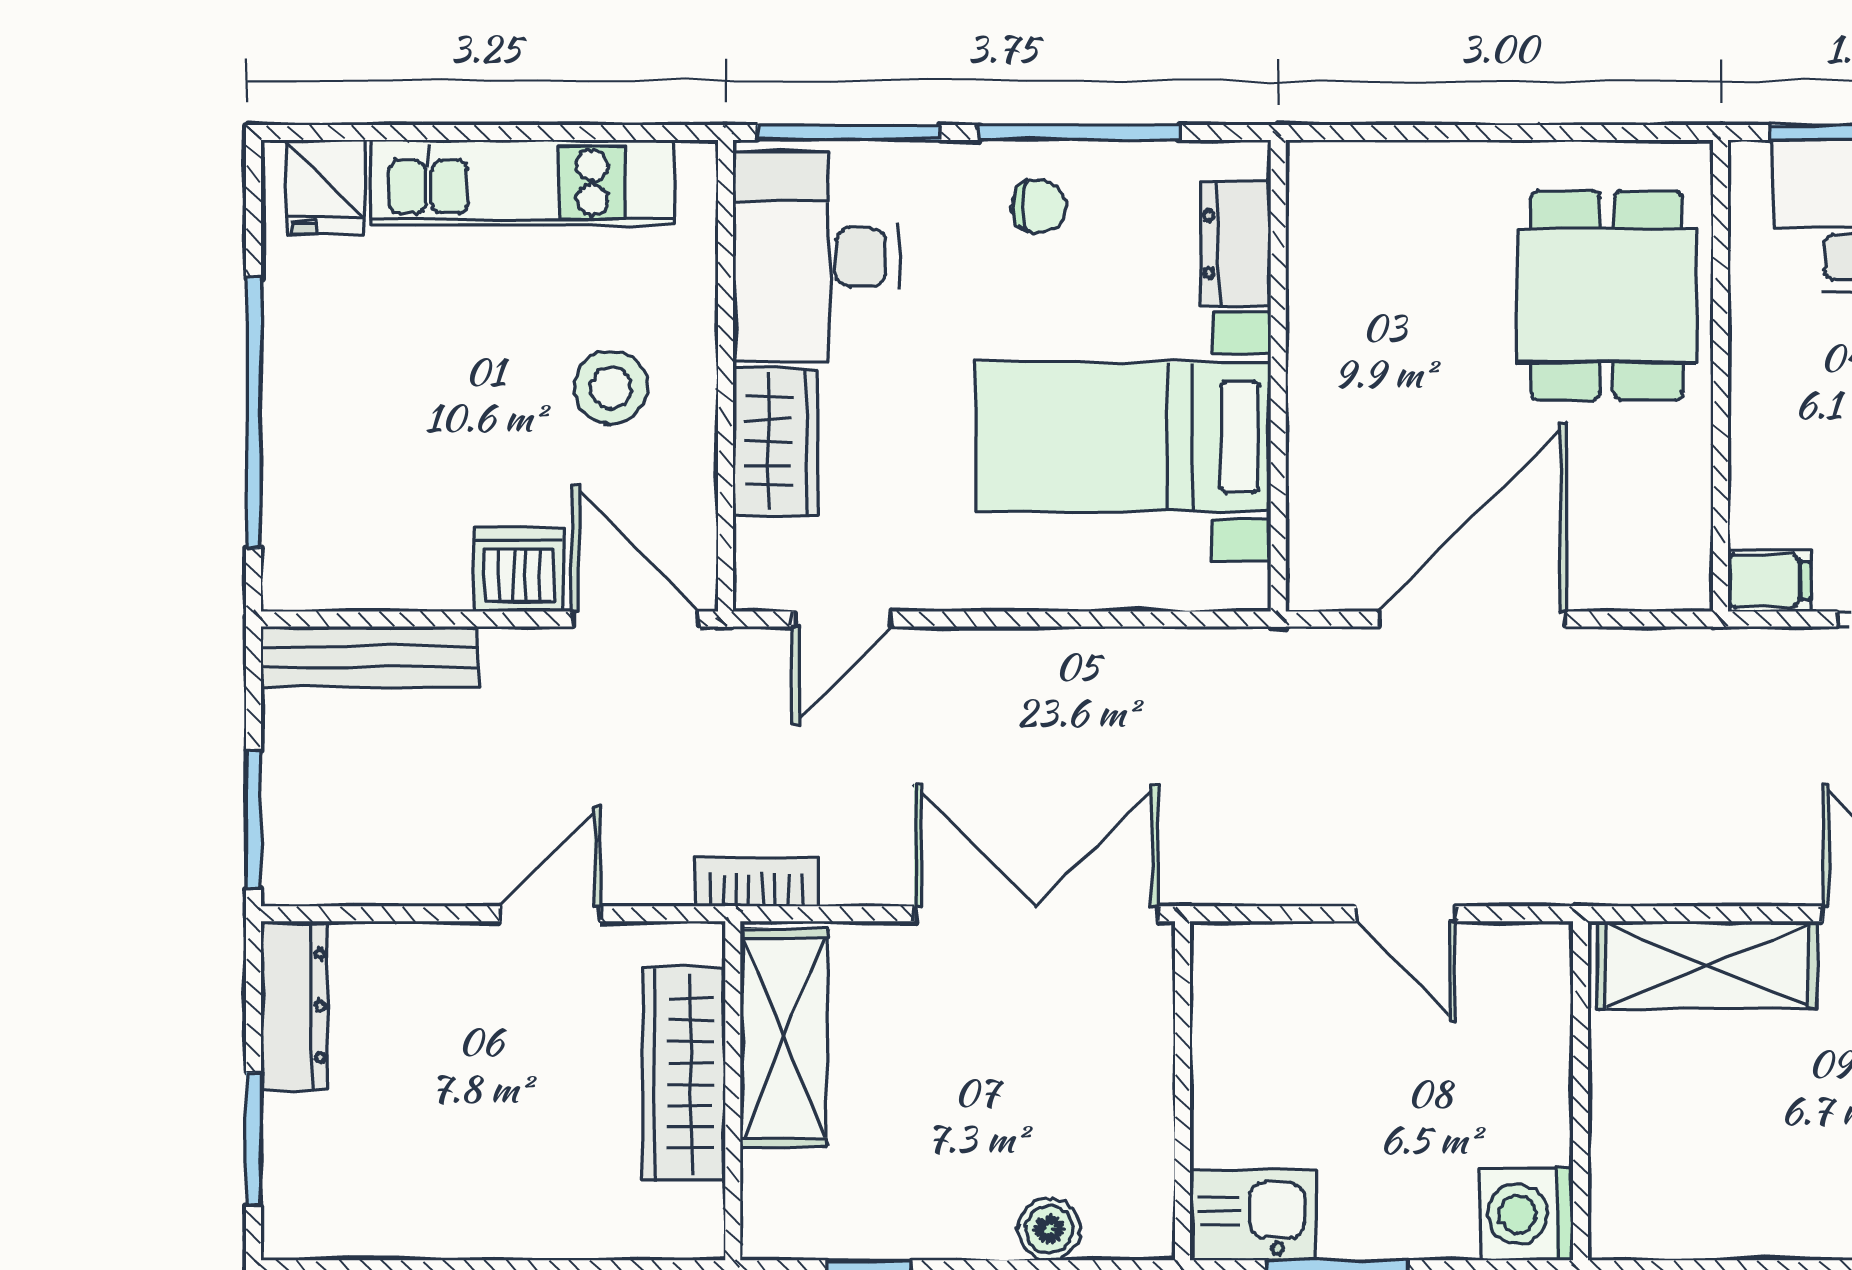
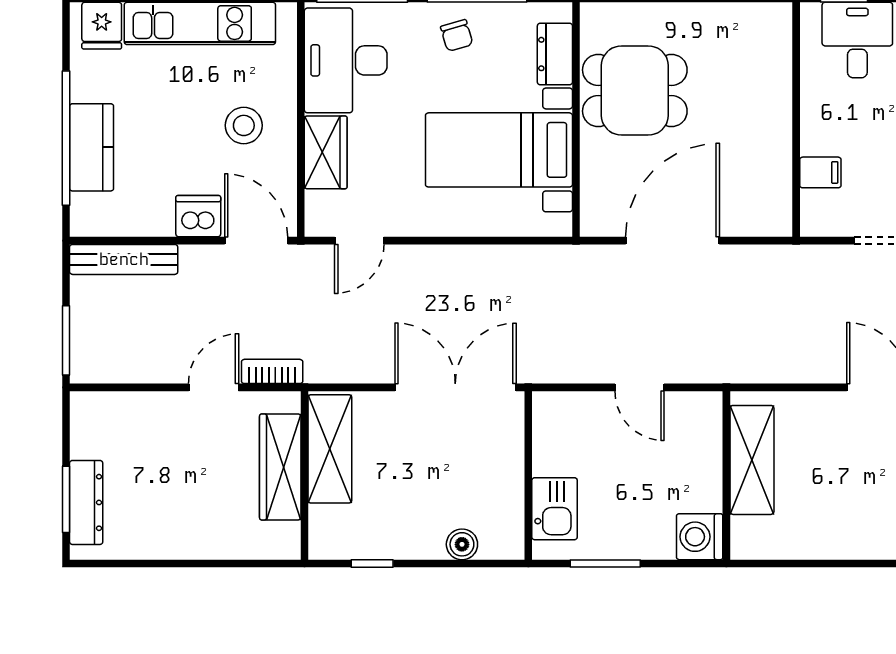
chair: (1039, 207) -> (457, 35), turned 74
dining table: (1607, 295) -> (635, 91), moved, turned 90
kitchen counter: (305, 432) -> (92, 147), added
filing cabinet: (1769, 580) -> (820, 172), moved
bookcase: (756, 882) -> (272, 371), moved
shelving: (1707, 965) -> (752, 460), moved, turned 90
dresser: (294, 1006) -> (86, 502), moved
kitchen sink: (1252, 1215) -> (555, 509), moved, turned 90

